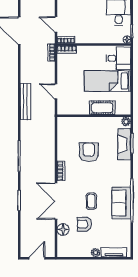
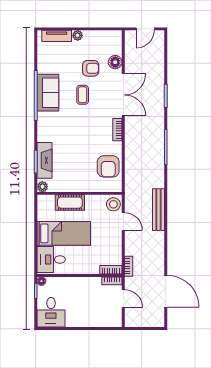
stool: (65, 106) -> (113, 204), added
armchair: (89, 152) -> (108, 166), moved

